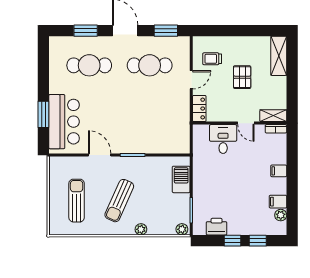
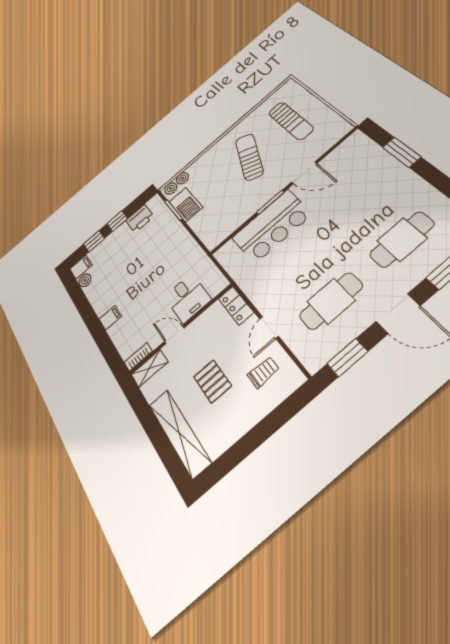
shelving: (279, 56) -> (179, 433), width x1.47
bar counter: (64, 122) -> (272, 226), moved, turned -90
barbecue: (181, 179) -> (186, 205), moved
filing cabinet: (278, 202) -> (81, 267), moved
plant: (141, 229) -> (182, 178), moved

